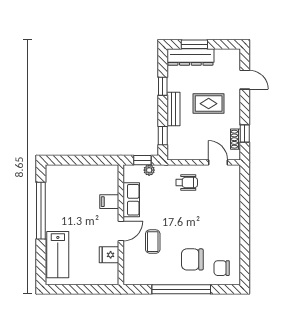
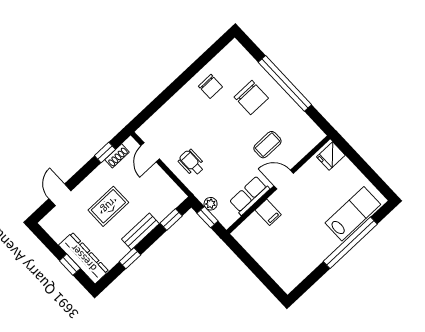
window: (194, 44) -> (70, 265), width x0.67
rug: (209, 104) -> (108, 206), turned 90
window: (41, 211) -> (350, 243), moved
fridge: (109, 255) -> (331, 156), moved, turned 90
chair: (222, 268) -> (210, 86), moved

